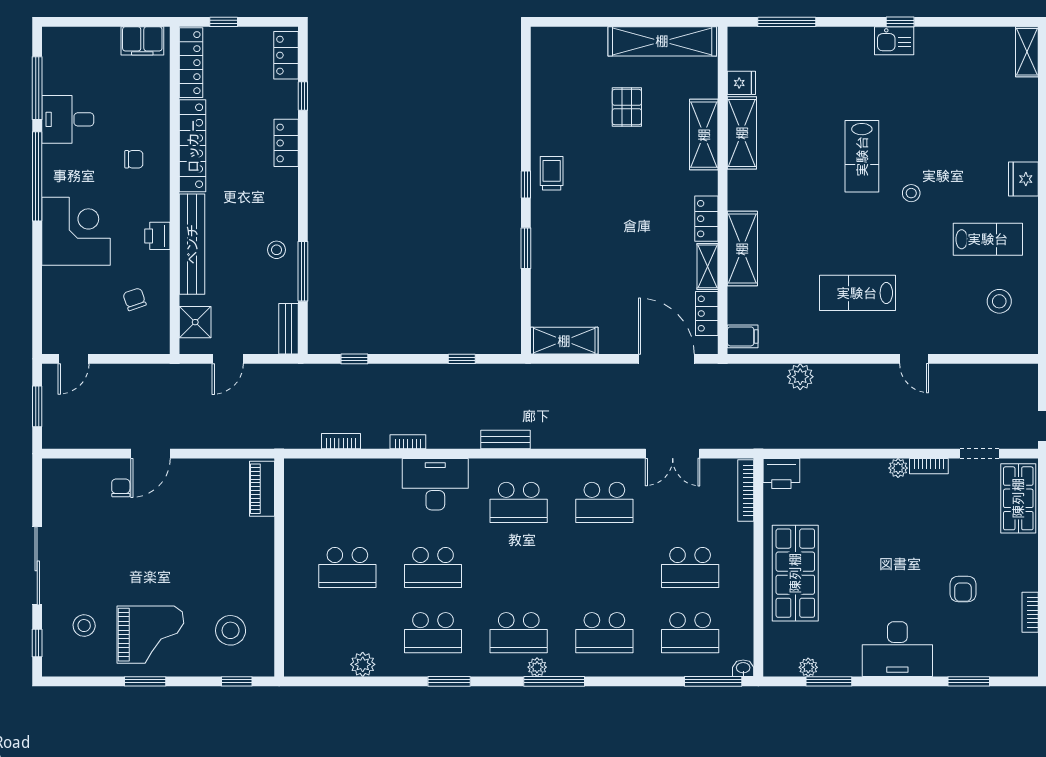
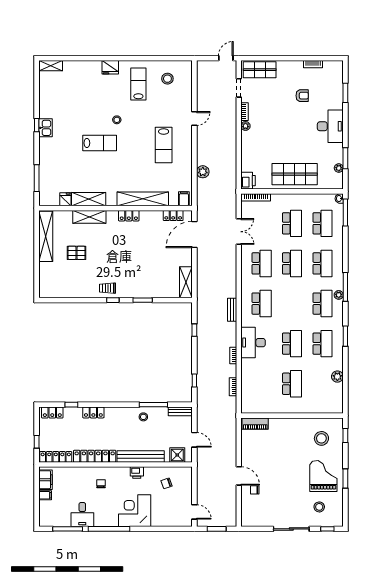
filing cabinet: (109, 40) -> (45, 495), added
shelving: (742, 249) -> (143, 199), width x1.47
shelving: (708, 266) -> (151, 215), removed
school desk: (604, 568) -> (292, 263), added

